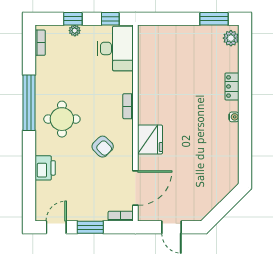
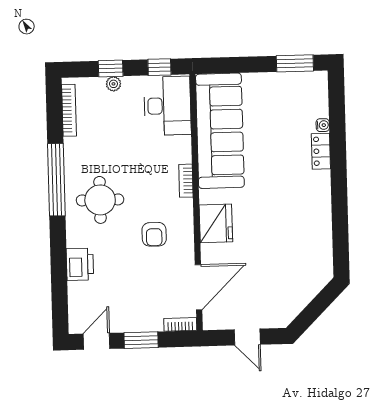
plant: (231, 38) -> (318, 88), removed
bookcase: (40, 43) -> (69, 110), width x1.56
sofa: (155, 69) -> (220, 131), added
water cooler: (234, 117) -> (323, 125), moved
armchair: (103, 147) -> (154, 234), turned 45

